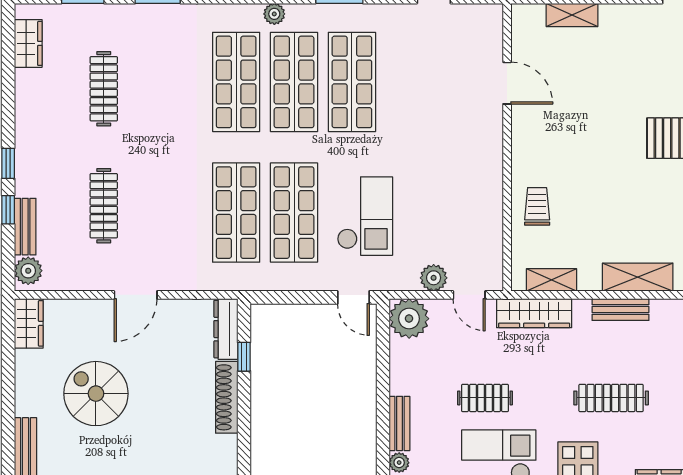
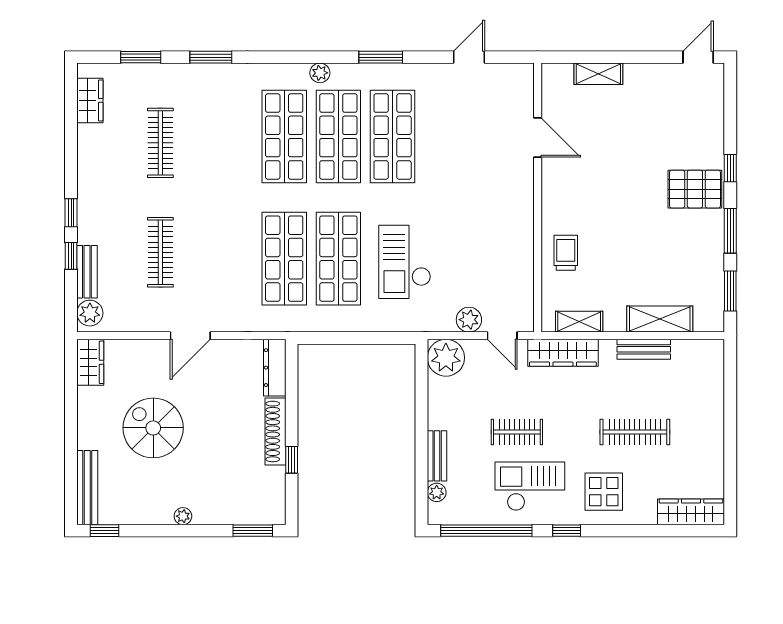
checkout: (365, 216) -> (405, 262), turned 180
door: (353, 297) -> (394, 338), removed
window: (244, 357) -> (292, 460), moved

